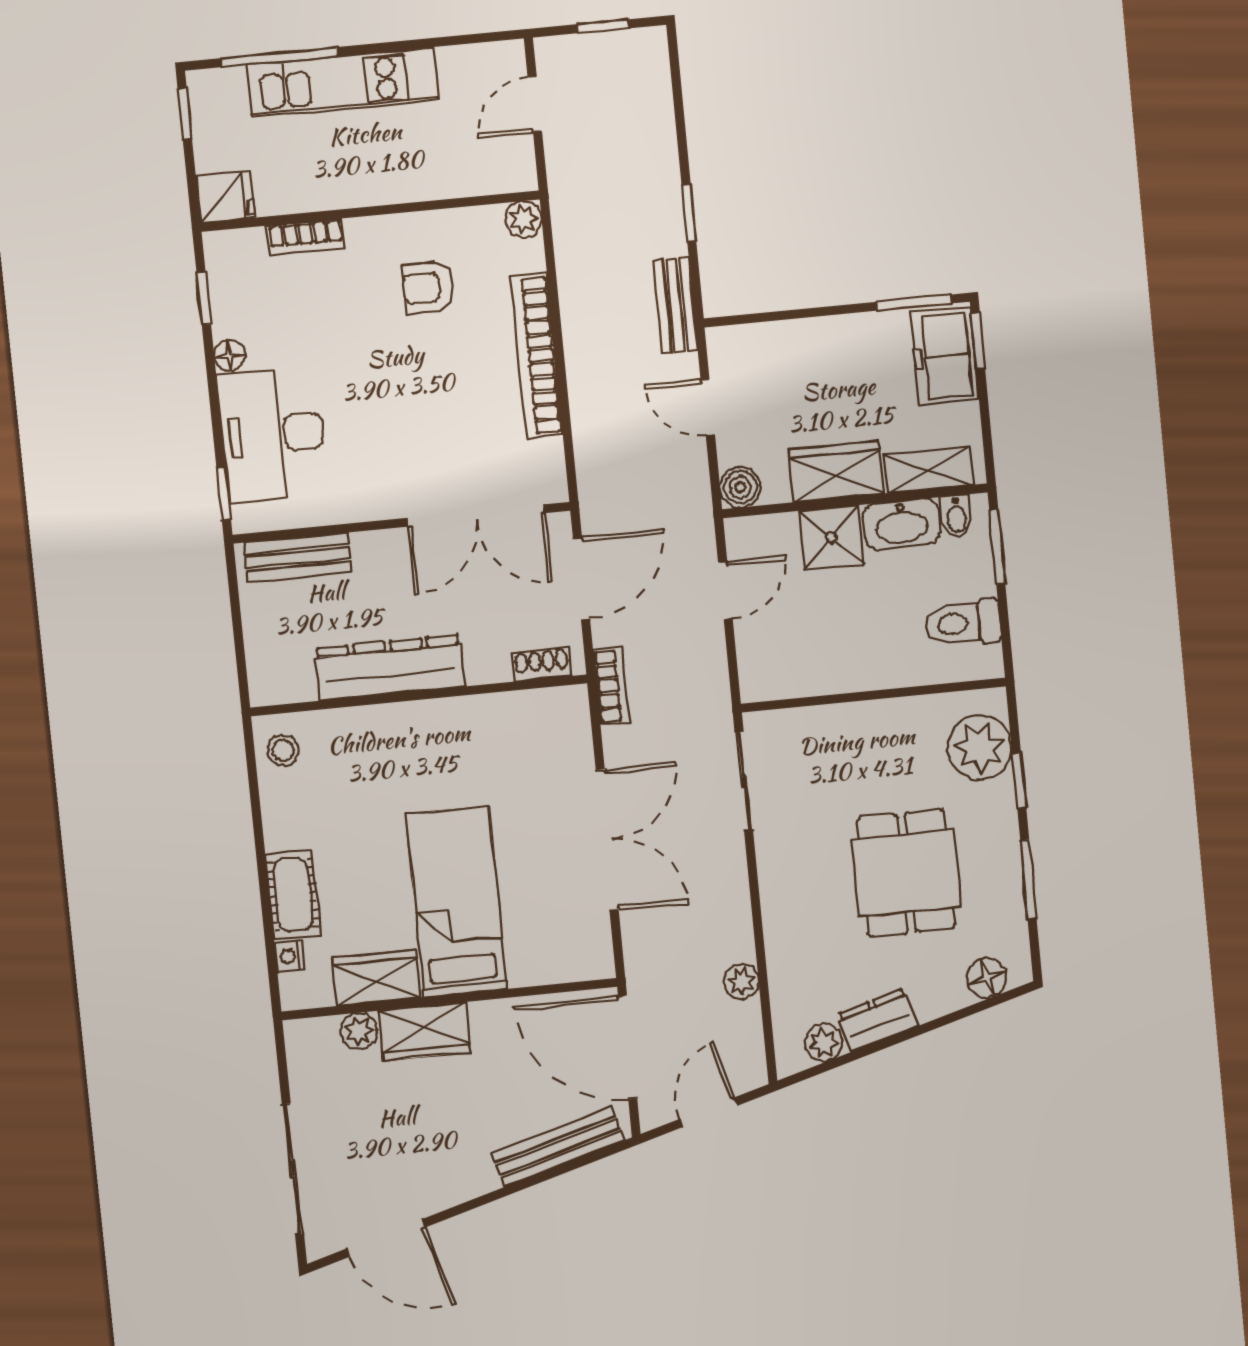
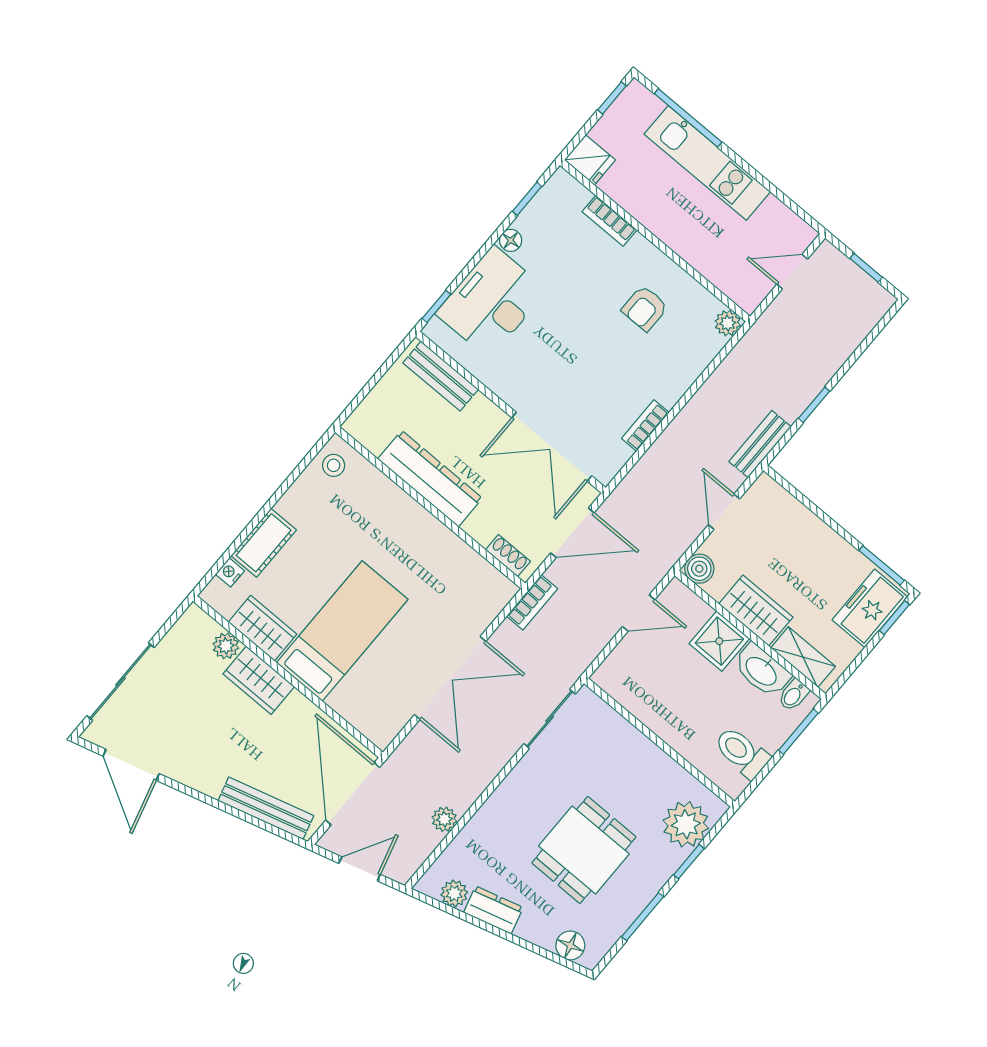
armchair: (428, 288) -> (645, 308), turned -90
bookcase: (537, 356) -> (645, 425), width x0.43, depth x0.76

